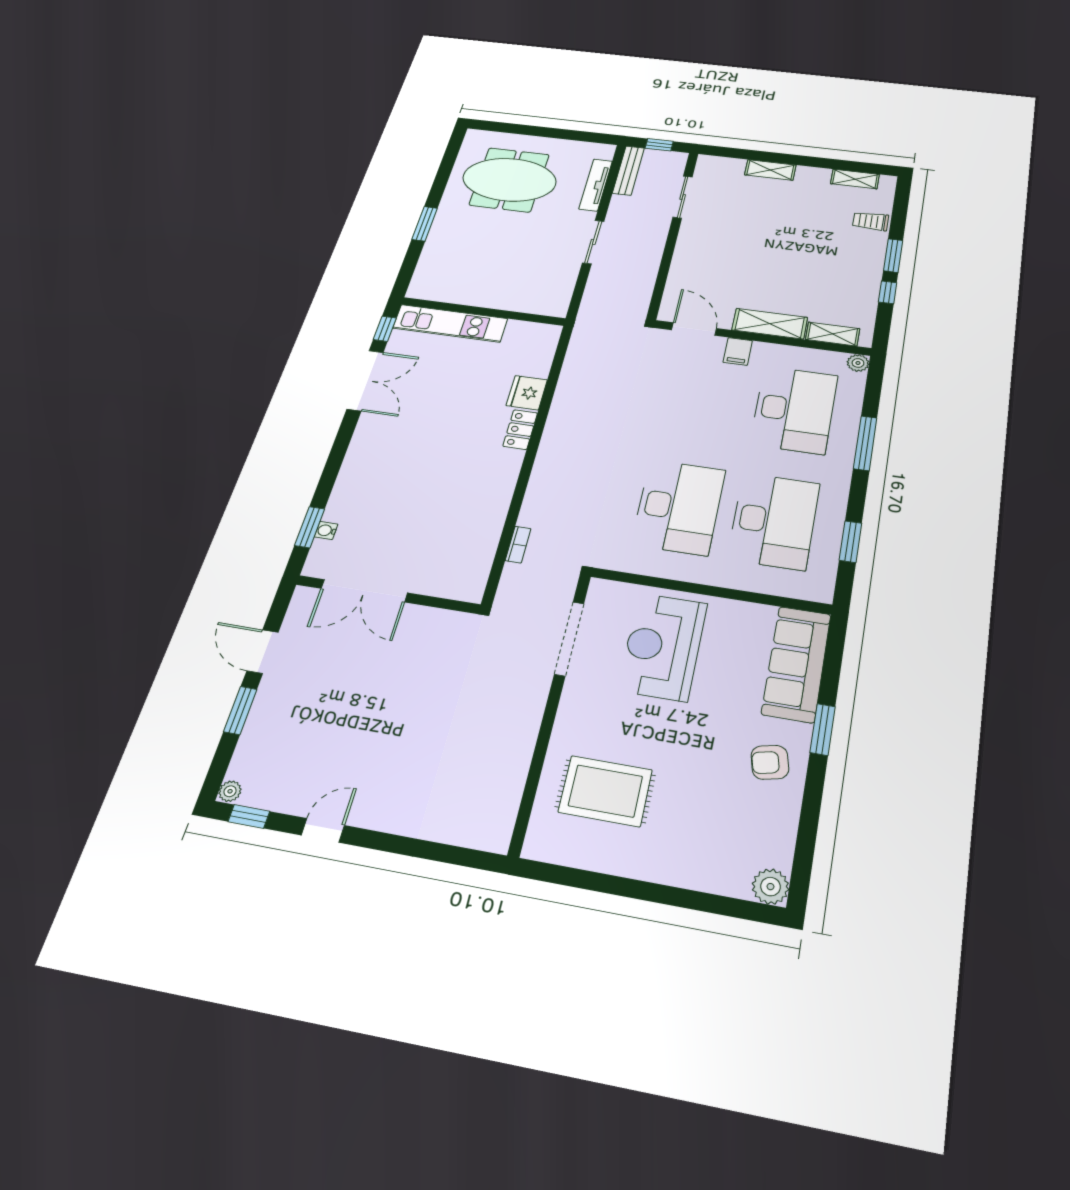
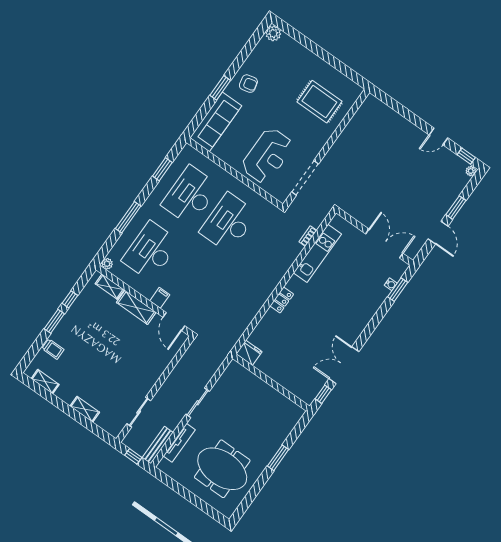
kitchen unit: (450, 323) -> (317, 253), moved, turned 90
fridge: (527, 393) -> (249, 353), moved, turned -90

